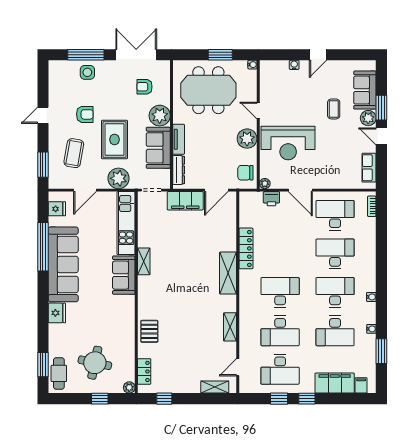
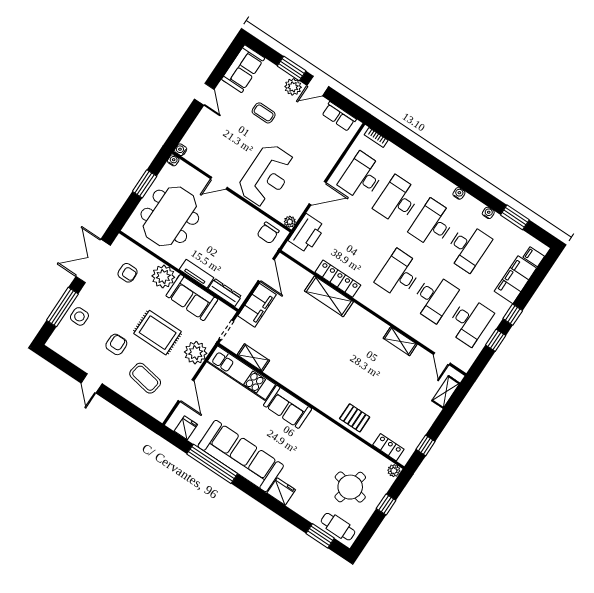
water cooler: (294, 65) -> (181, 150), moved
armchair: (144, 87) -> (128, 273), turned -90
sofa: (365, 90) -> (243, 69), moved, turned -90
plant: (247, 139) -> (238, 211), removed
window: (43, 165) -> (137, 414), removed
printer: (271, 199) -> (307, 233), width x1.87, depth x1.48
shelving: (144, 261) -> (253, 358), moved
shelving: (228, 273) -> (329, 296), moved

